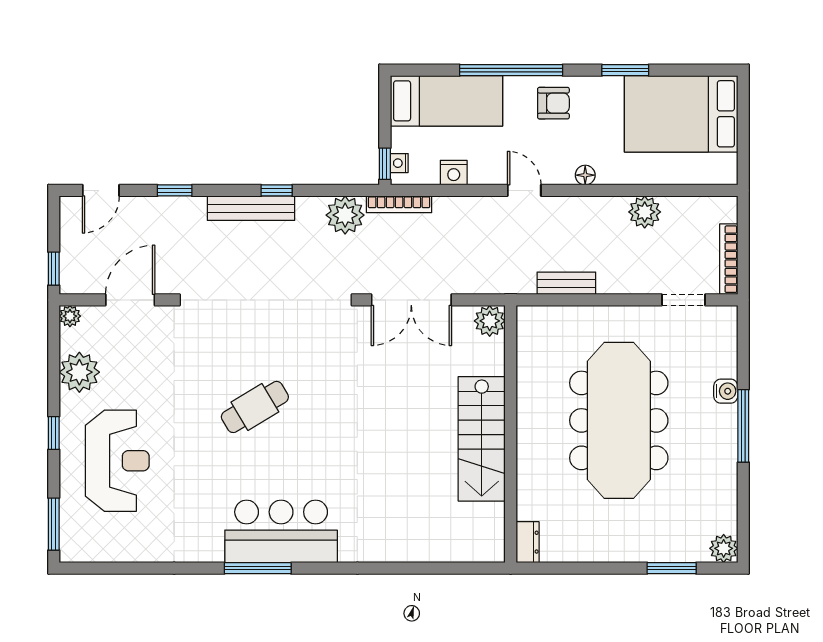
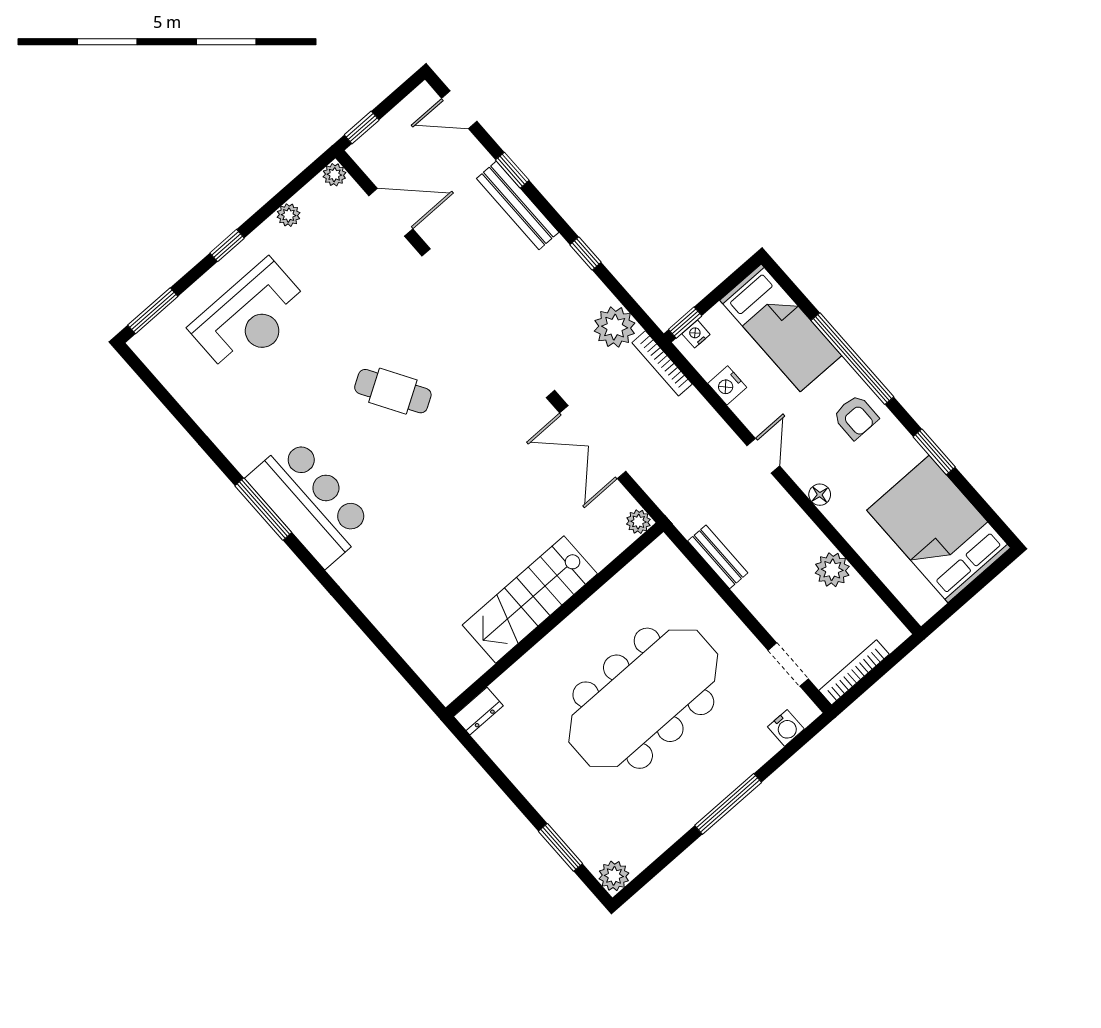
bench: (251, 208) -> (518, 205), moved
plant: (490, 321) -> (638, 522), width x0.73, depth x0.73
plant: (79, 372) -> (289, 215), width x0.53, depth x0.53
water cooler: (726, 391) -> (786, 728), moved

